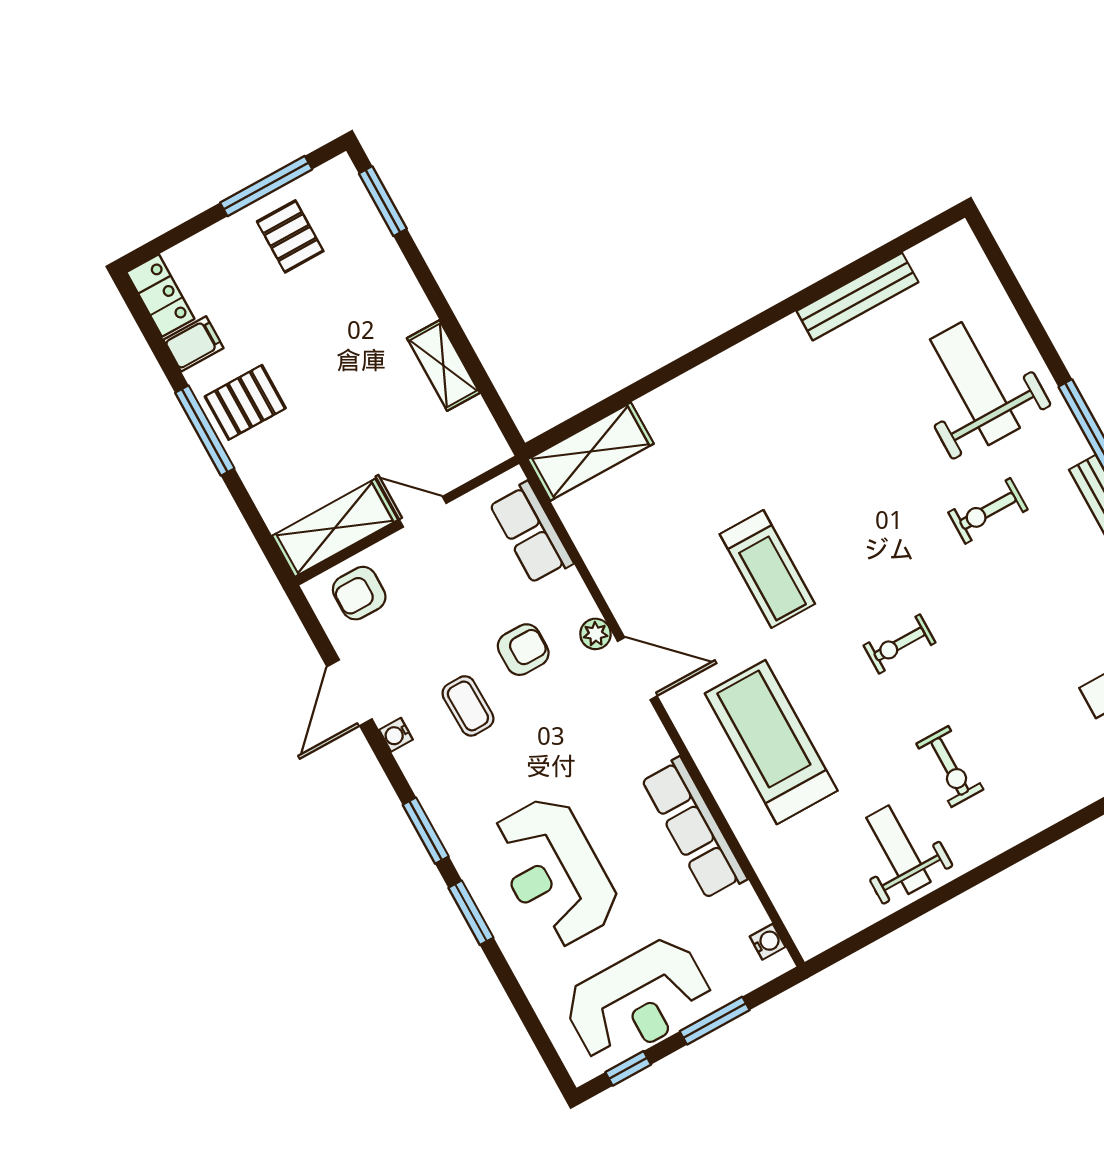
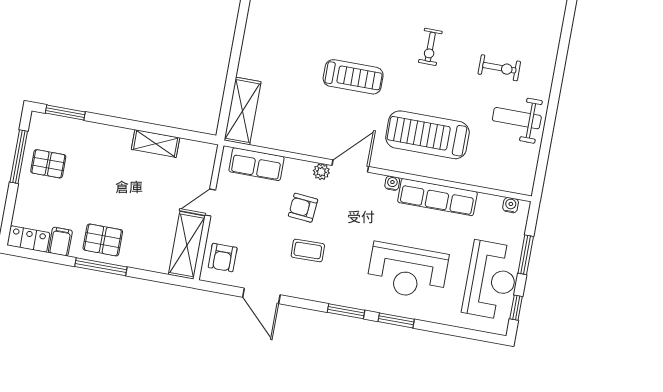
pallet: (245, 402) -> (103, 240), turned 90
armchair: (523, 650) -> (303, 208), turned -85
water cooler: (396, 735) -> (392, 183), moved, turned 180

